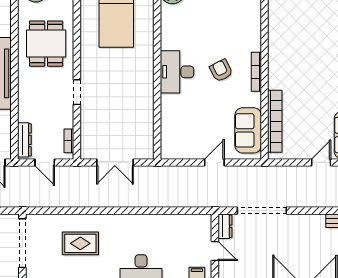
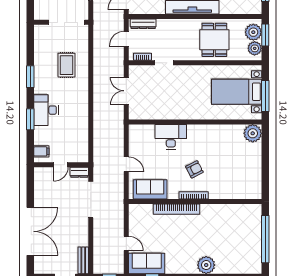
dining table: (46, 44) -> (214, 40), turned 90
desk: (177, 72) -> (171, 137), moved
doorway: (77, 92) -> (164, 63), moved
bookcase: (275, 121) -> (177, 209), moved

